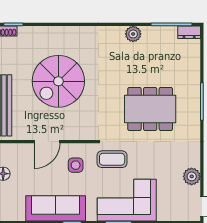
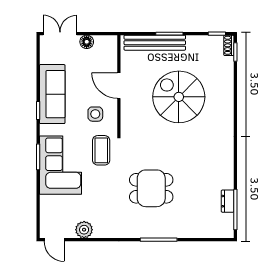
dresser: (189, 32) -> (228, 201), moved
plant: (133, 34) -> (226, 171), removed
dining table: (150, 109) -> (151, 188), width x0.73

